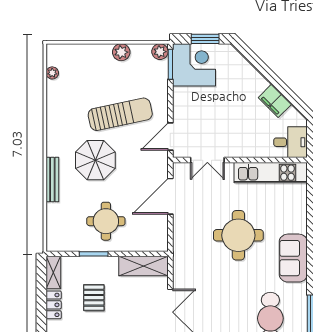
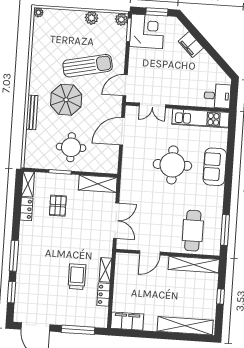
plant: (52, 73) -> (38, 12), moved
filing cabinet: (275, 101) -> (191, 45), moved
sofa: (293, 258) -> (215, 167), moved

